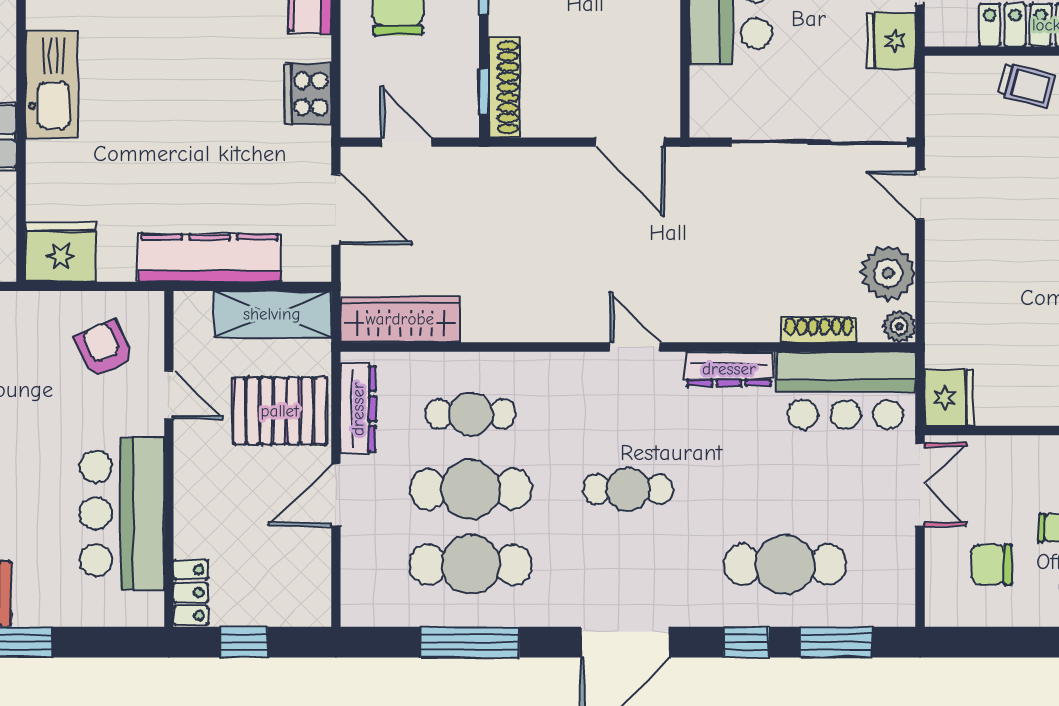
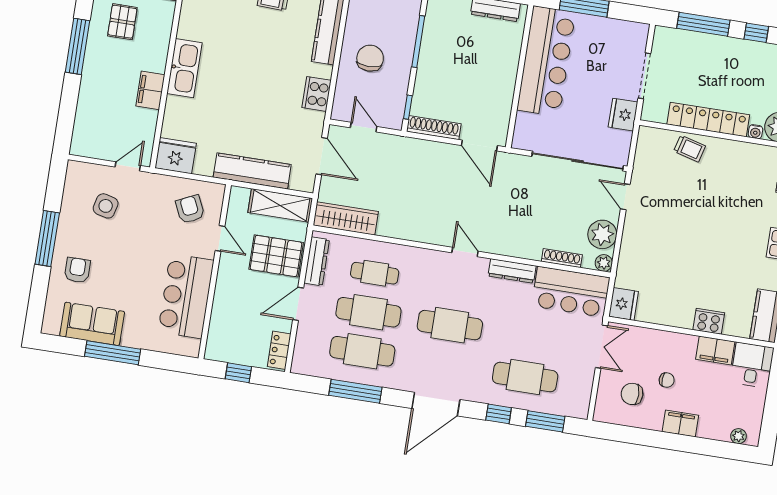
shoe rack: (504, 87) -> (434, 128), moved, turned -90
cafe table: (628, 489) -> (450, 325), width x1.37, depth x1.35
locker: (191, 593) -> (279, 350), moved, turned 180

